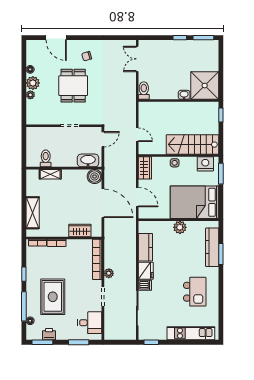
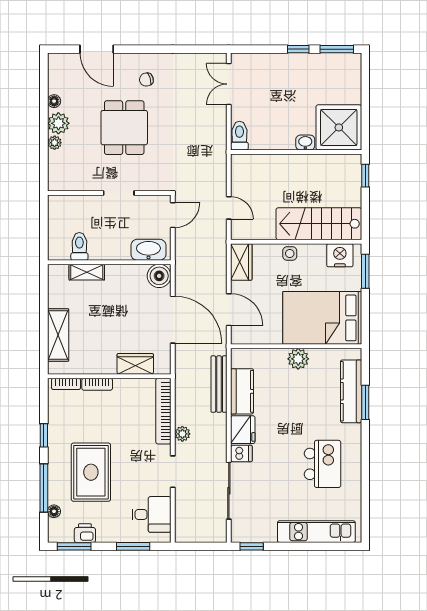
bench: (131, 243) -> (219, 384), added

